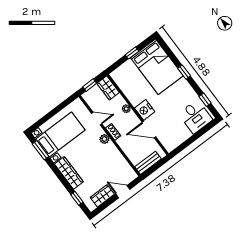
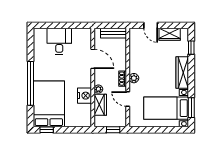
window: (132, 53) -> (47, 130), moved
window: (184, 72) -> (30, 83), width x3.17
wardrobe: (108, 88) -> (100, 105), moved
window: (205, 100) -> (30, 49), removed
nightstand: (145, 110) -> (85, 96), moved
desk: (195, 117) -> (59, 41), moved

